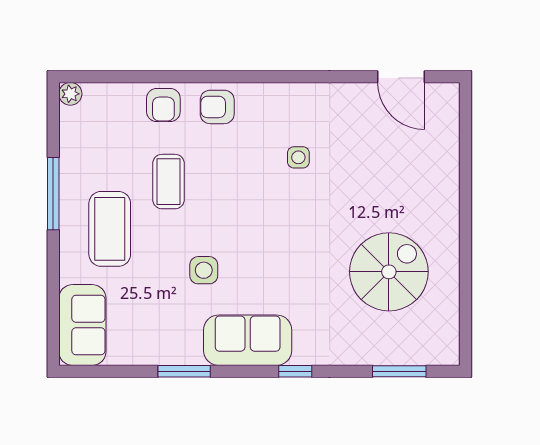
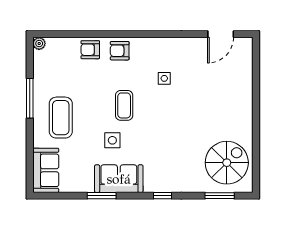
door: (401, 77) -> (221, 34), hinge flipped
armchair: (163, 105) -> (90, 50), turned 90
coffee table: (169, 182) -> (124, 105), moved
spiral stairs: (389, 272) -> (227, 163), moved
sofa: (248, 340) -> (119, 179), moved

